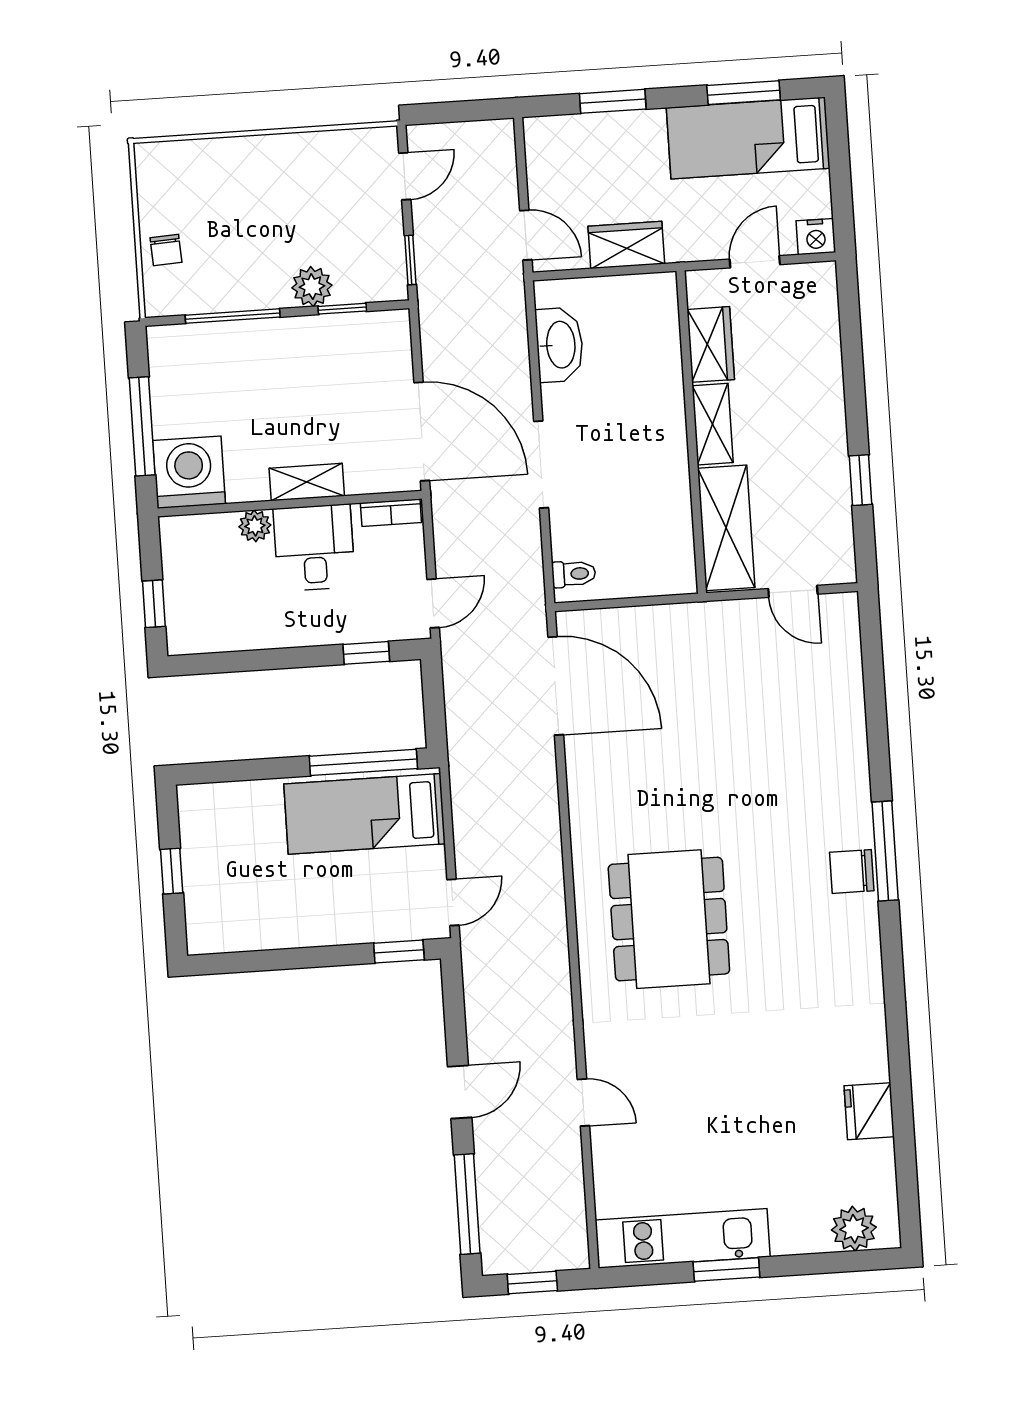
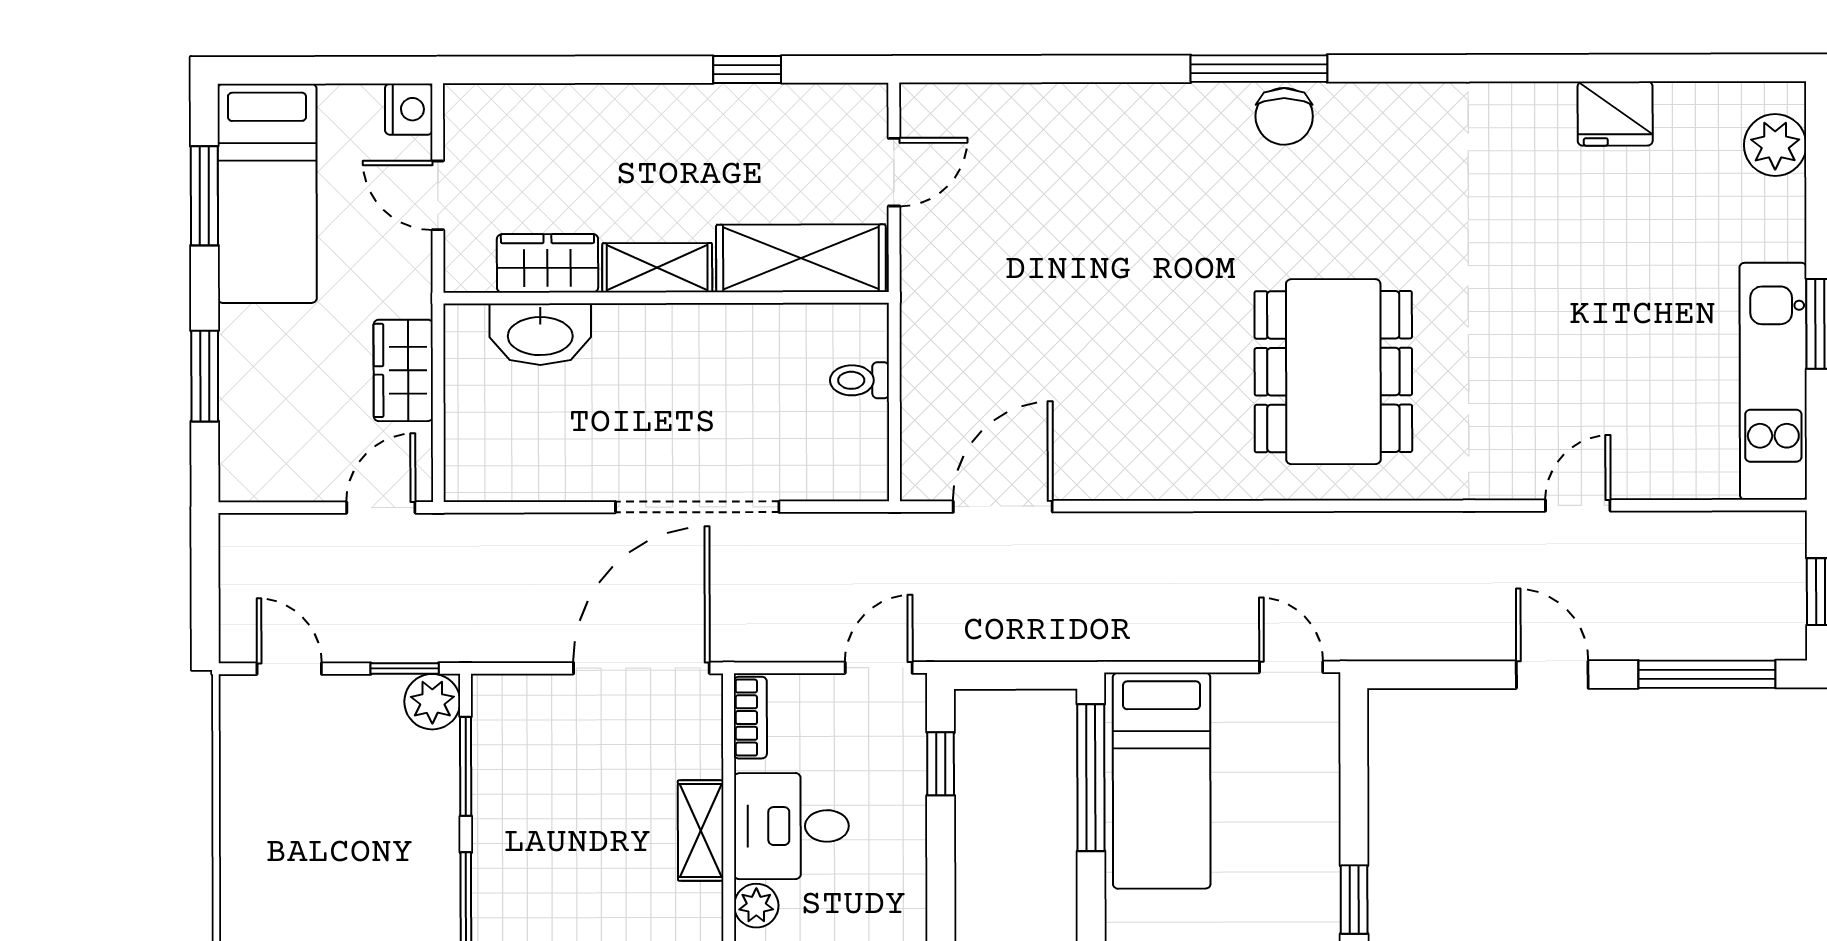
plant: (312, 287) -> (432, 702), moved
window: (342, 309) -> (466, 766), width x1.50
washbasin: (560, 345) -> (540, 334), moved, turned 180
doorway: (541, 464) -> (697, 507), width x1.36
toilet: (574, 574) -> (859, 380), moved, turned -90
door: (433, 603) -> (879, 668), hinge flipped
door: (556, 686) -> (1003, 506), width x0.73
dining table: (669, 919) -> (1333, 372), turned 90
window: (399, 951) -> (1354, 900), moved

